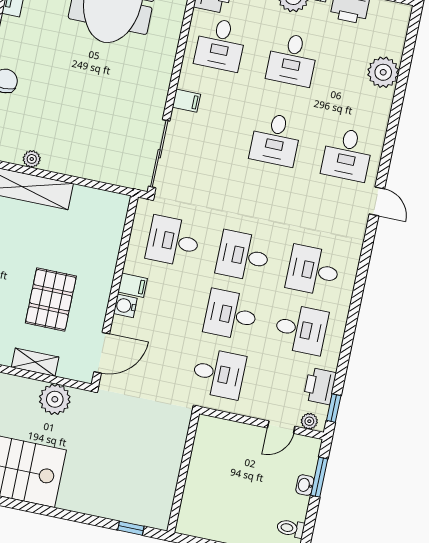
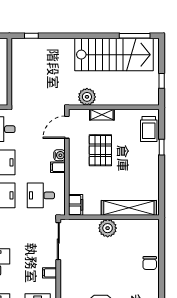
plant: (32, 159) -> (108, 228), moved, width x1.87, depth x1.87
filing cabinet: (115, 211) -> (76, 205), added
desk: (173, 241) -> (41, 195), turned 180

